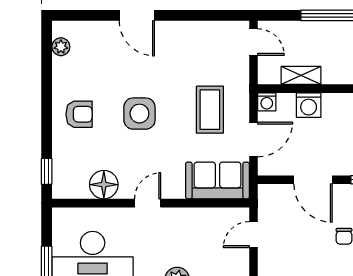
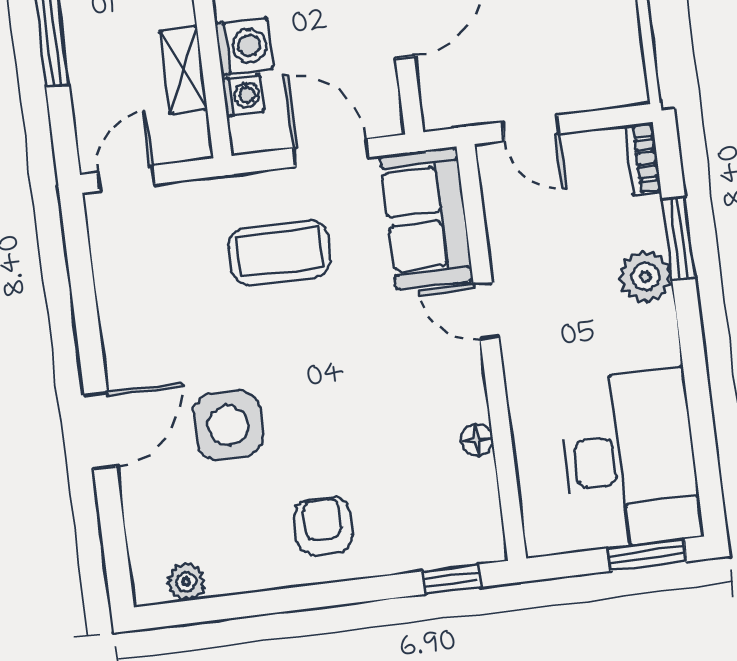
washing machine: (267, 102) -> (243, 95), moved
side table: (139, 114) -> (228, 425), moved
floor lamp: (104, 185) -> (477, 440), width x0.53, depth x0.53
door: (148, 203) -> (486, 311), moved

